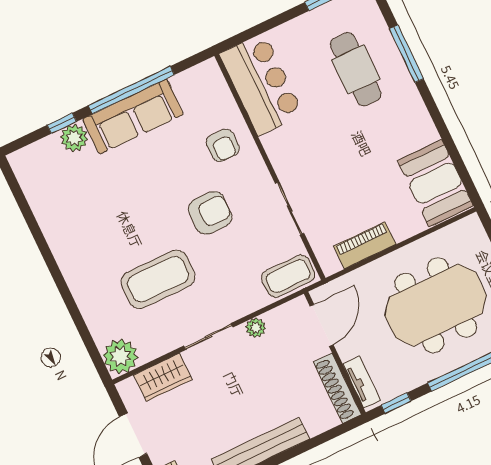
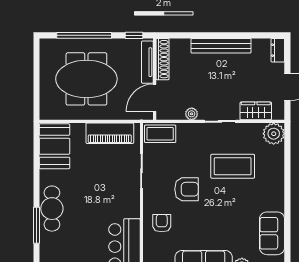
cafe table: (356, 69) -> (52, 209), moved
sofa: (53, 208) -> (272, 233), added
armchair: (210, 213) -> (187, 189), turned 180
piano: (365, 245) -> (110, 133), width x1.37, depth x1.33
tv unit: (362, 382) -> (147, 62), width x1.41

